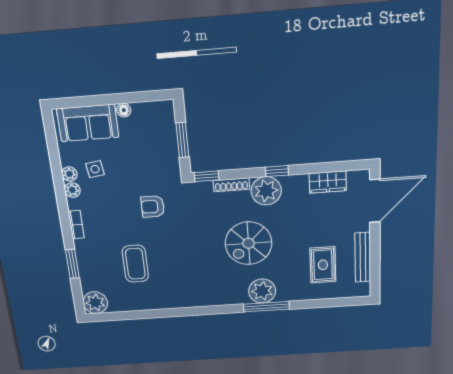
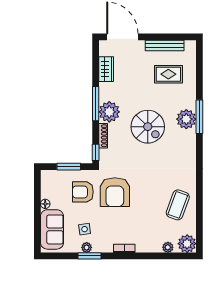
armchair: (148, 163) -> (83, 192), added
window: (277, 171) -> (96, 104), width x2.17
plant: (72, 190) -> (168, 247), moved
armchair: (153, 207) -> (115, 192), width x1.88, depth x1.88
window: (72, 264) -> (89, 256), moved
coffee table: (135, 264) -> (178, 205), moved, turned -70

